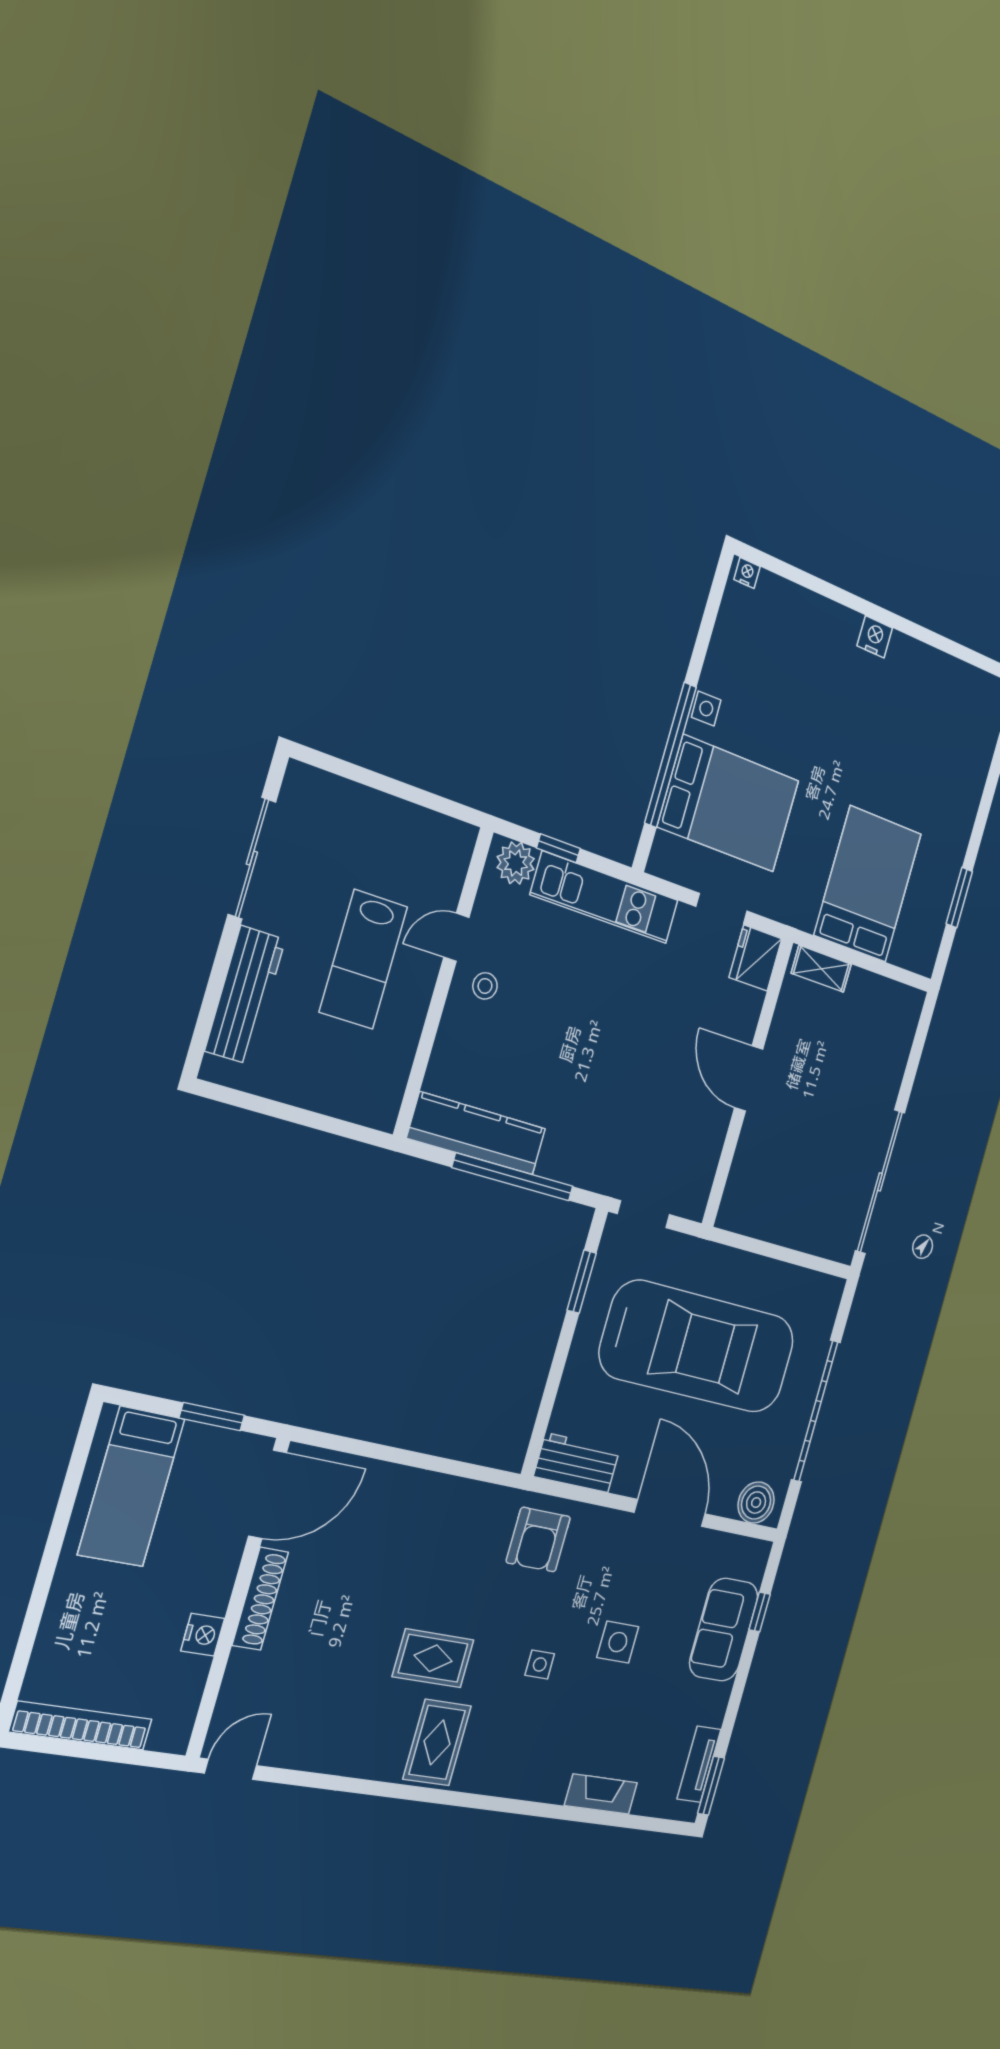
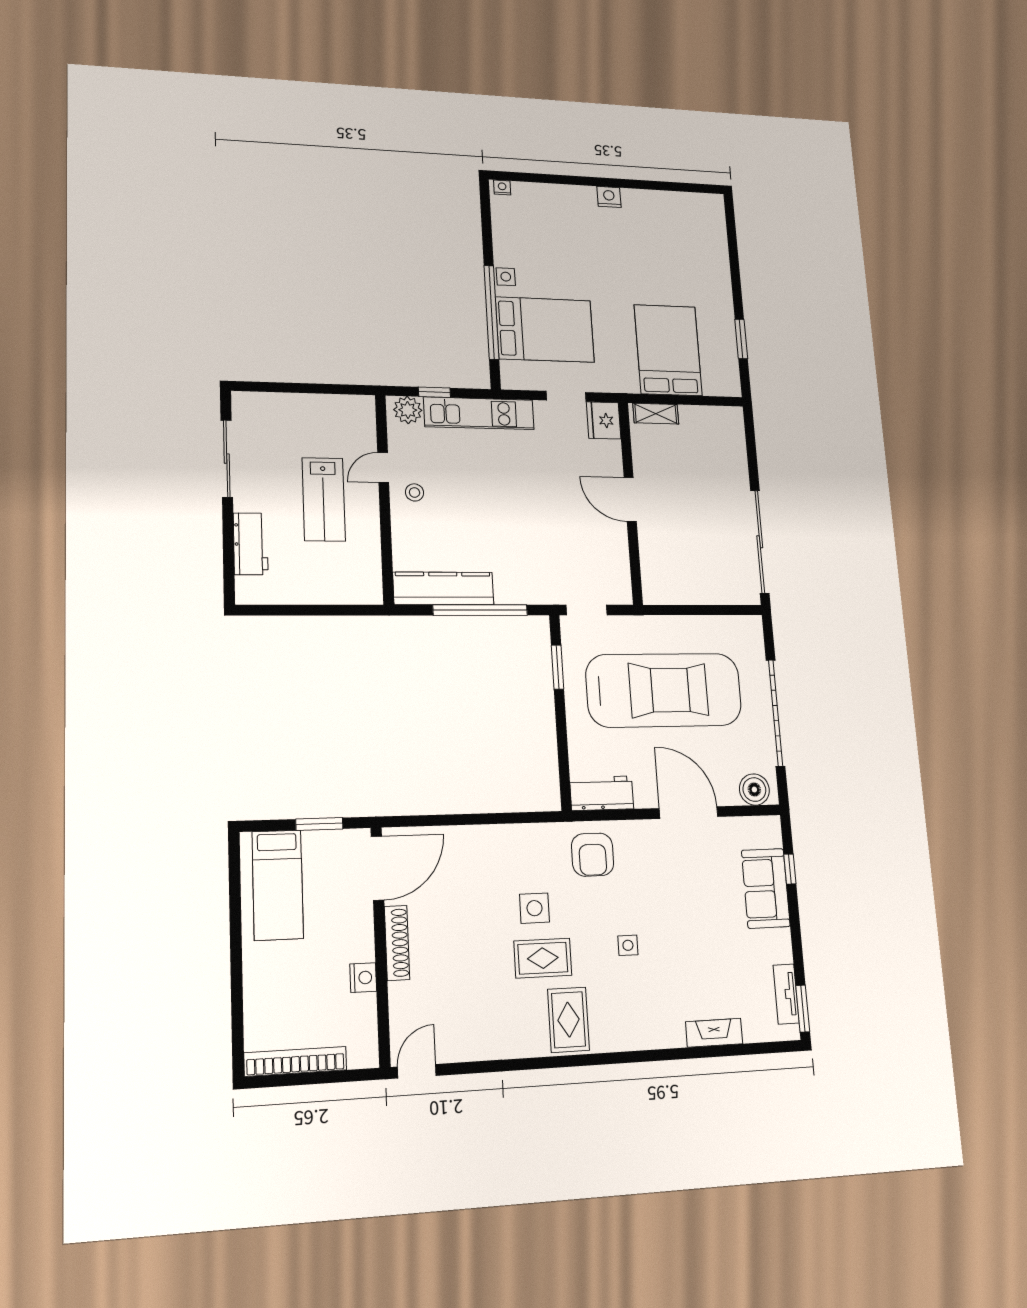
workbench: (245, 995) -> (251, 544), width x0.73
side table: (618, 1642) -> (534, 908), moved

